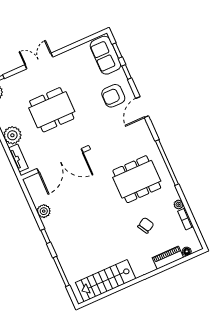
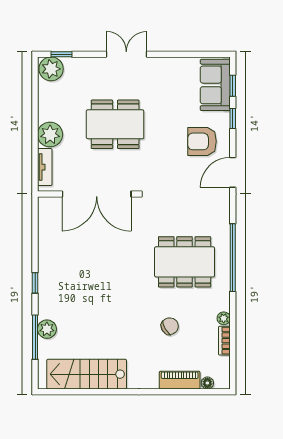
plant: (44, 211) -> (47, 329), moved

